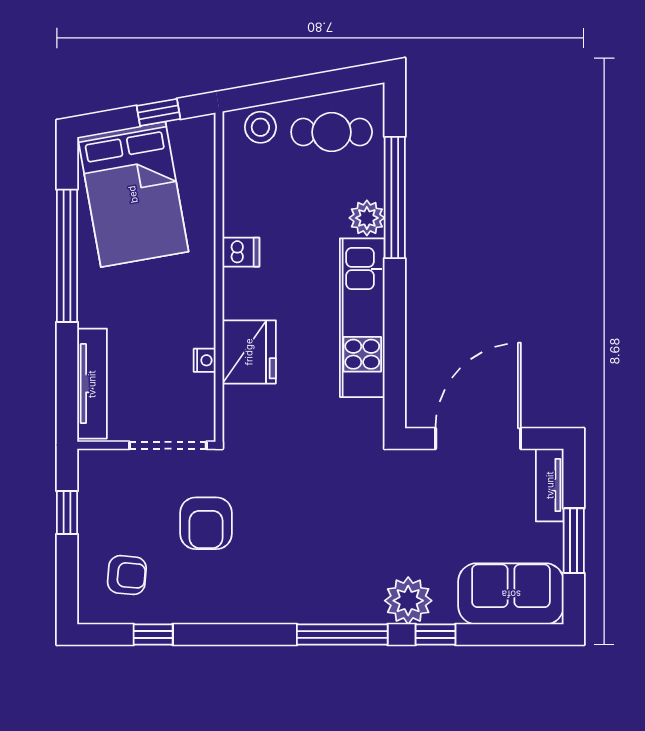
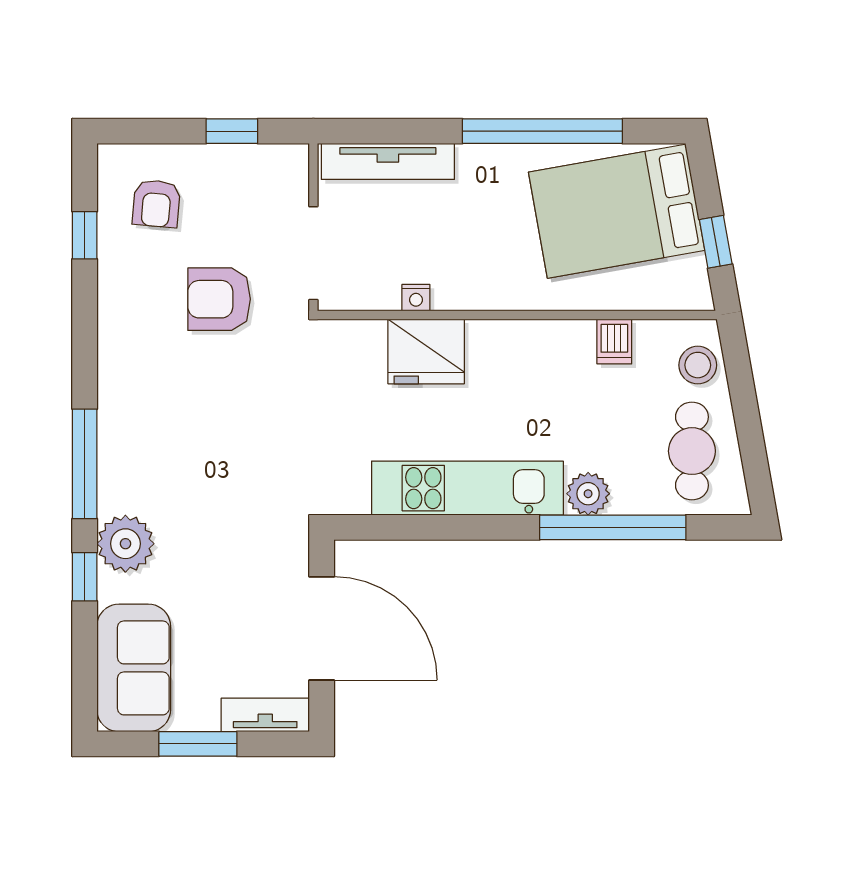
dishwasher: (241, 252) -> (614, 341), moved

